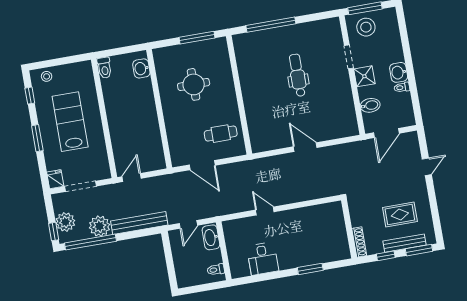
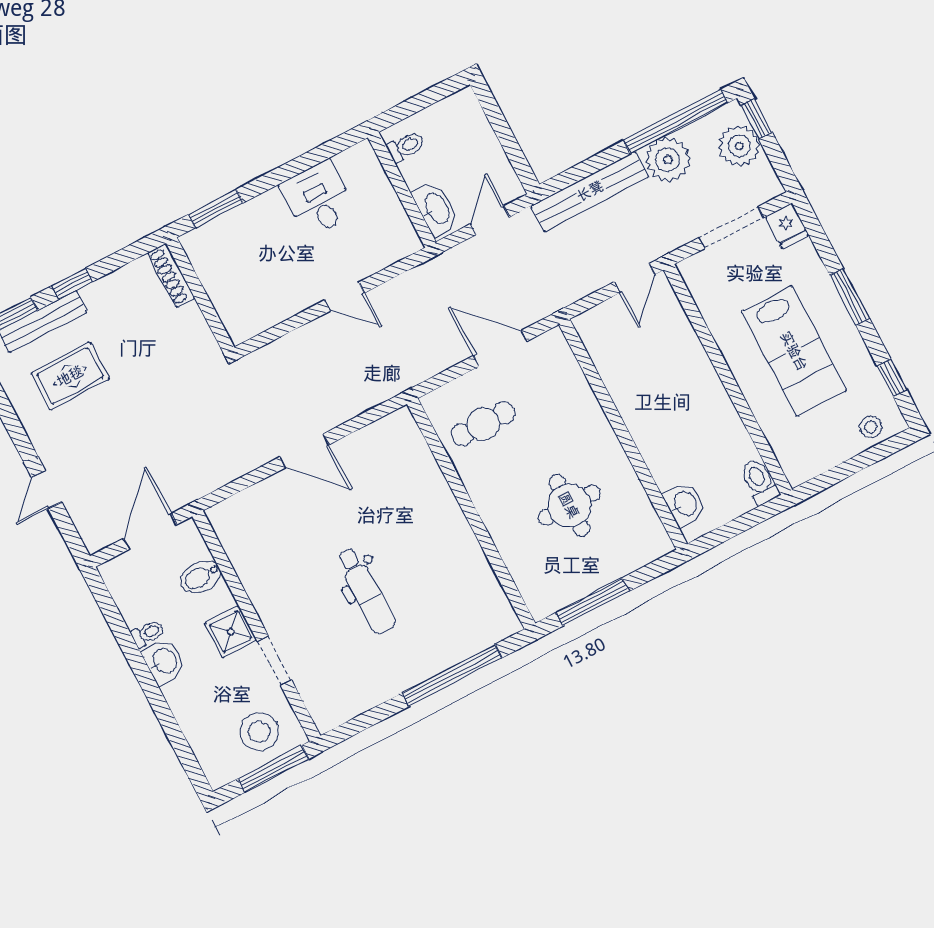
wall: (349, 229) -> (200, 295), moved
shoe rack: (359, 242) -> (171, 275), moved

